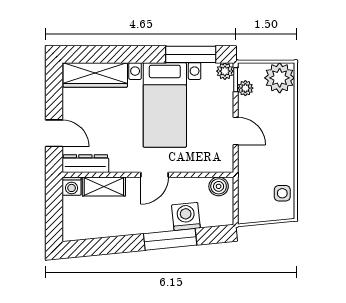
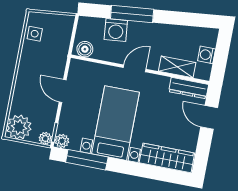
plant: (245, 88) -> (45, 138), moved
washing machine: (72, 186) -> (207, 55), moved, turned -90

